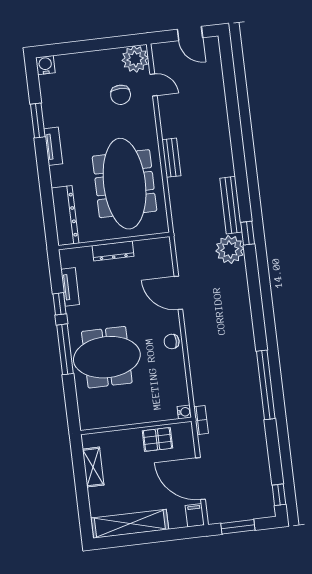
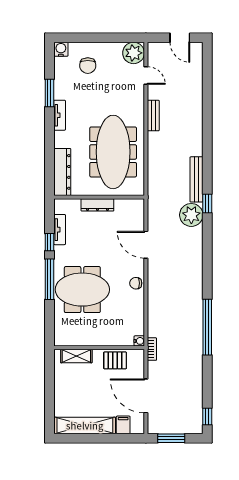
chair: (121, 95) -> (88, 66), moved
bench: (171, 158) -> (153, 116), moved
shelving: (93, 467) -> (76, 356), moved, turned 90
filing cabinet: (195, 515) -> (123, 425), moved

